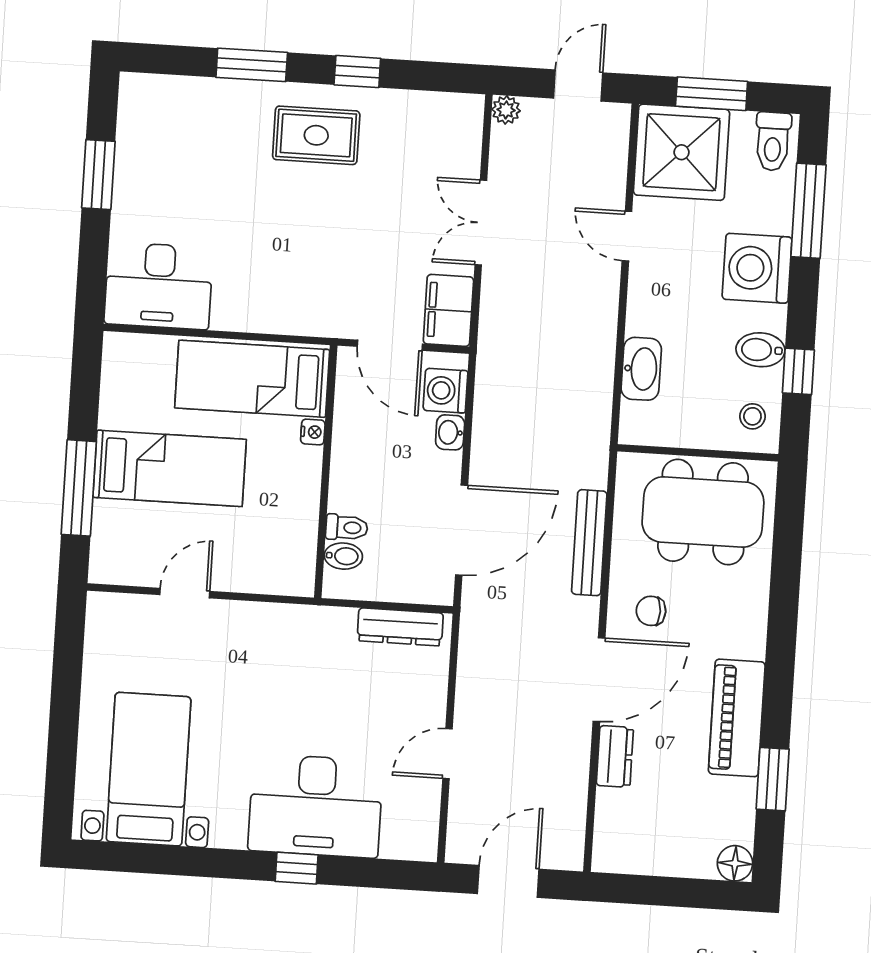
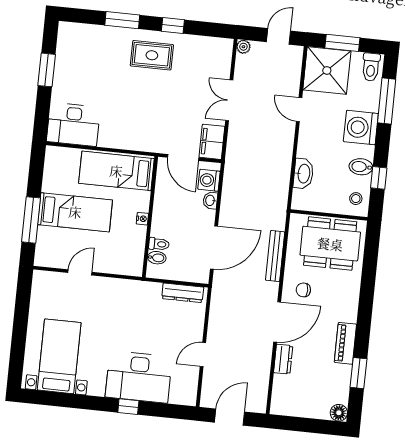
nightstand: (313, 432) -> (142, 219), moved
piano: (737, 718) -> (345, 343), width x0.73, depth x0.75

